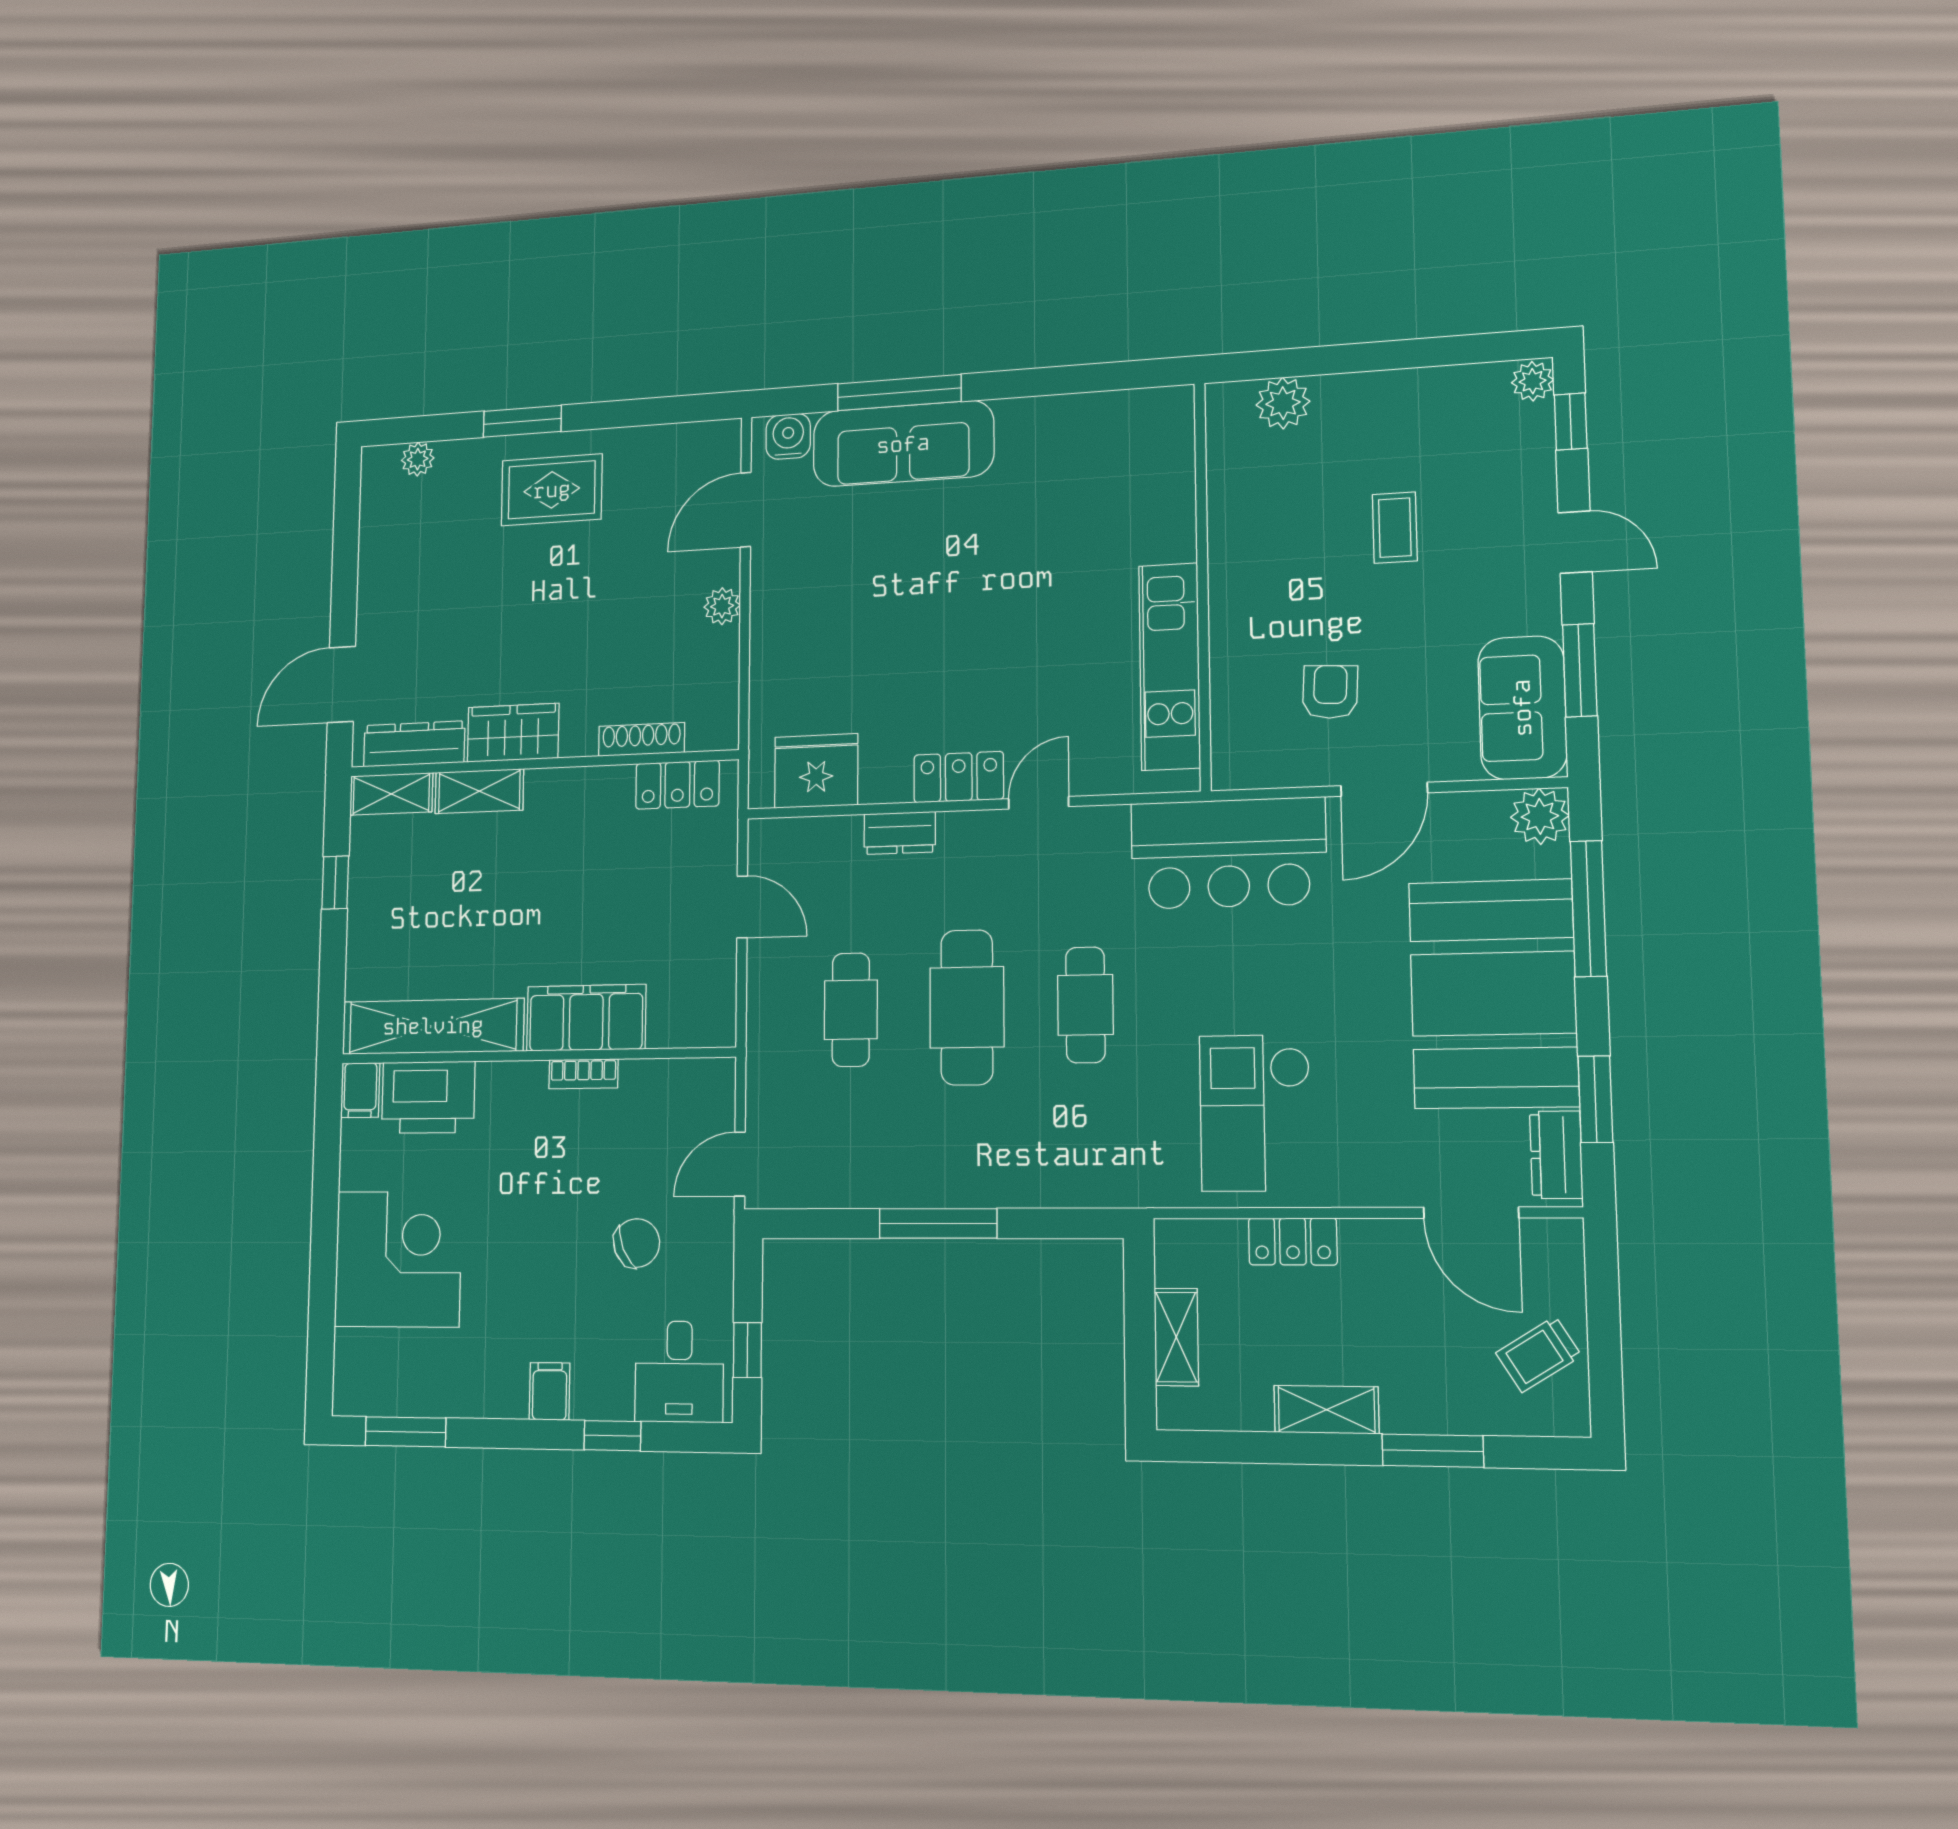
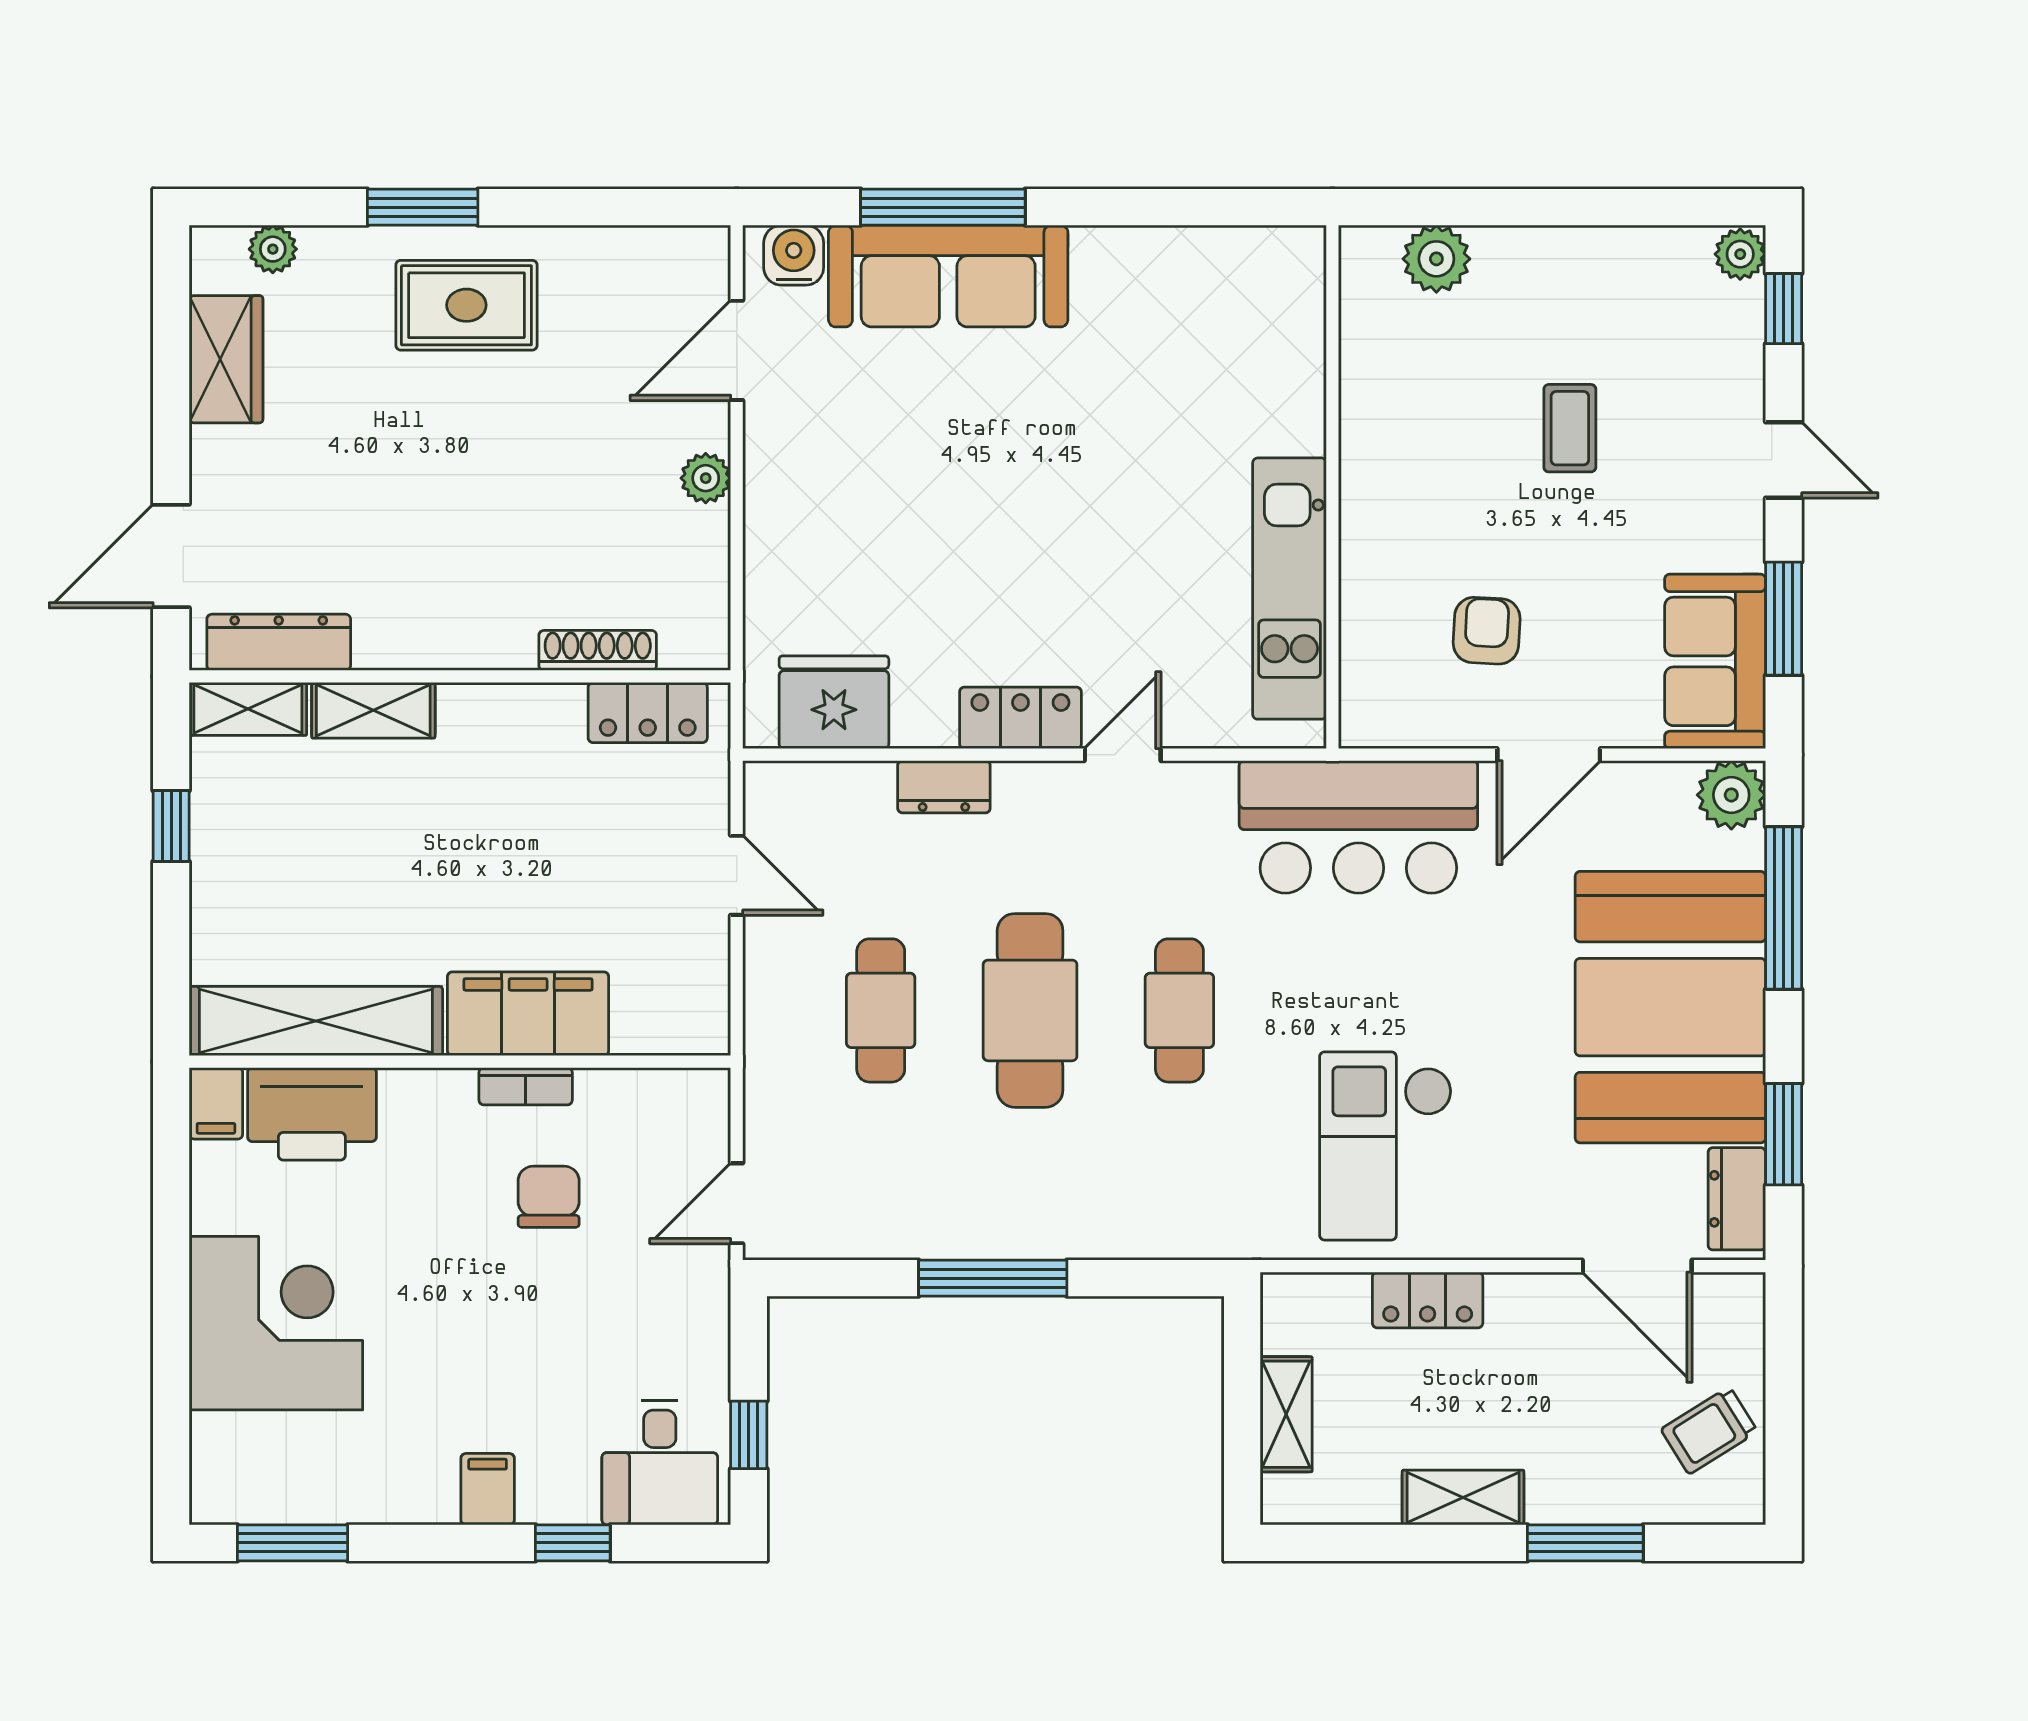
wardrobe: (513, 733) -> (226, 359), moved, turned 90
chair: (637, 1243) -> (549, 1197), moved, turned -67

